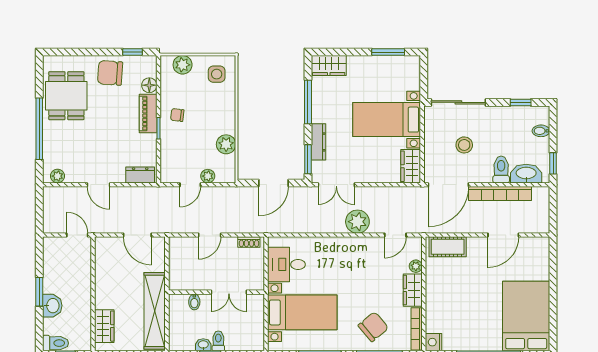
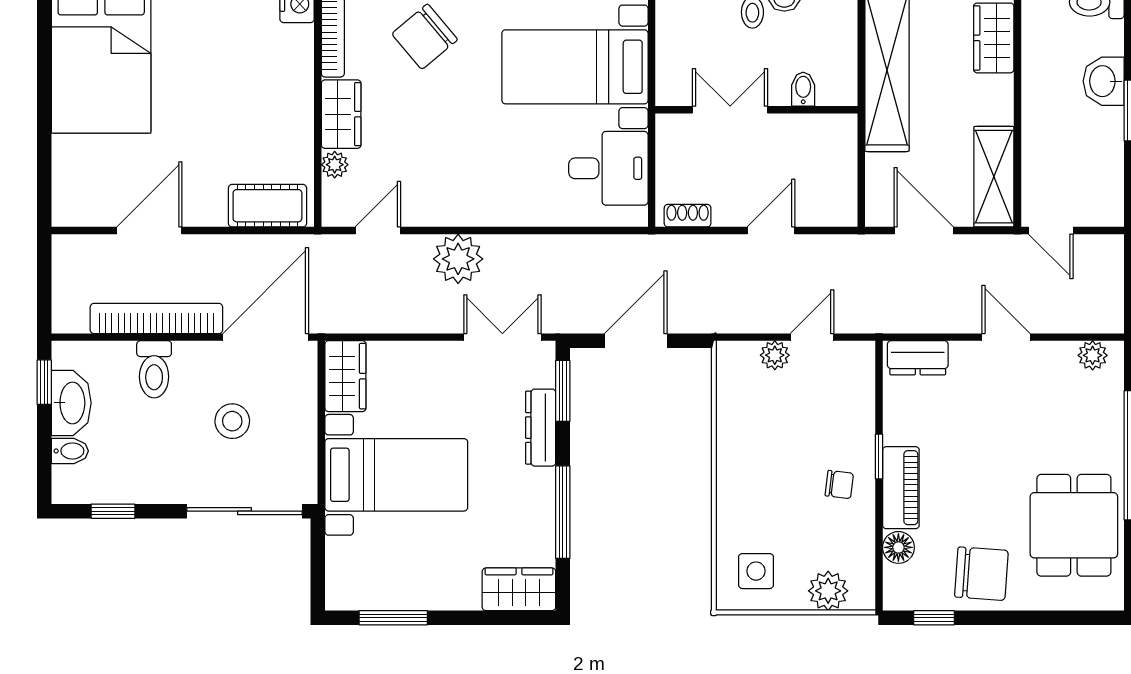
plant: (226, 144) -> (736, 423), removed
washbasin: (526, 174) -> (71, 403), moved, turned -90
shelving: (104, 260) -> (994, 177), added

